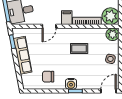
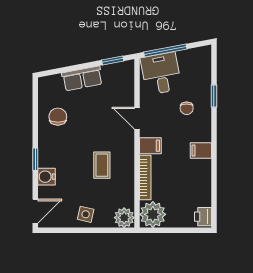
row of seats: (23, 55) -> (82, 78), width x0.68
water cooler: (71, 84) -> (46, 177), moved
door: (108, 91) -> (35, 211), hinge flipped

